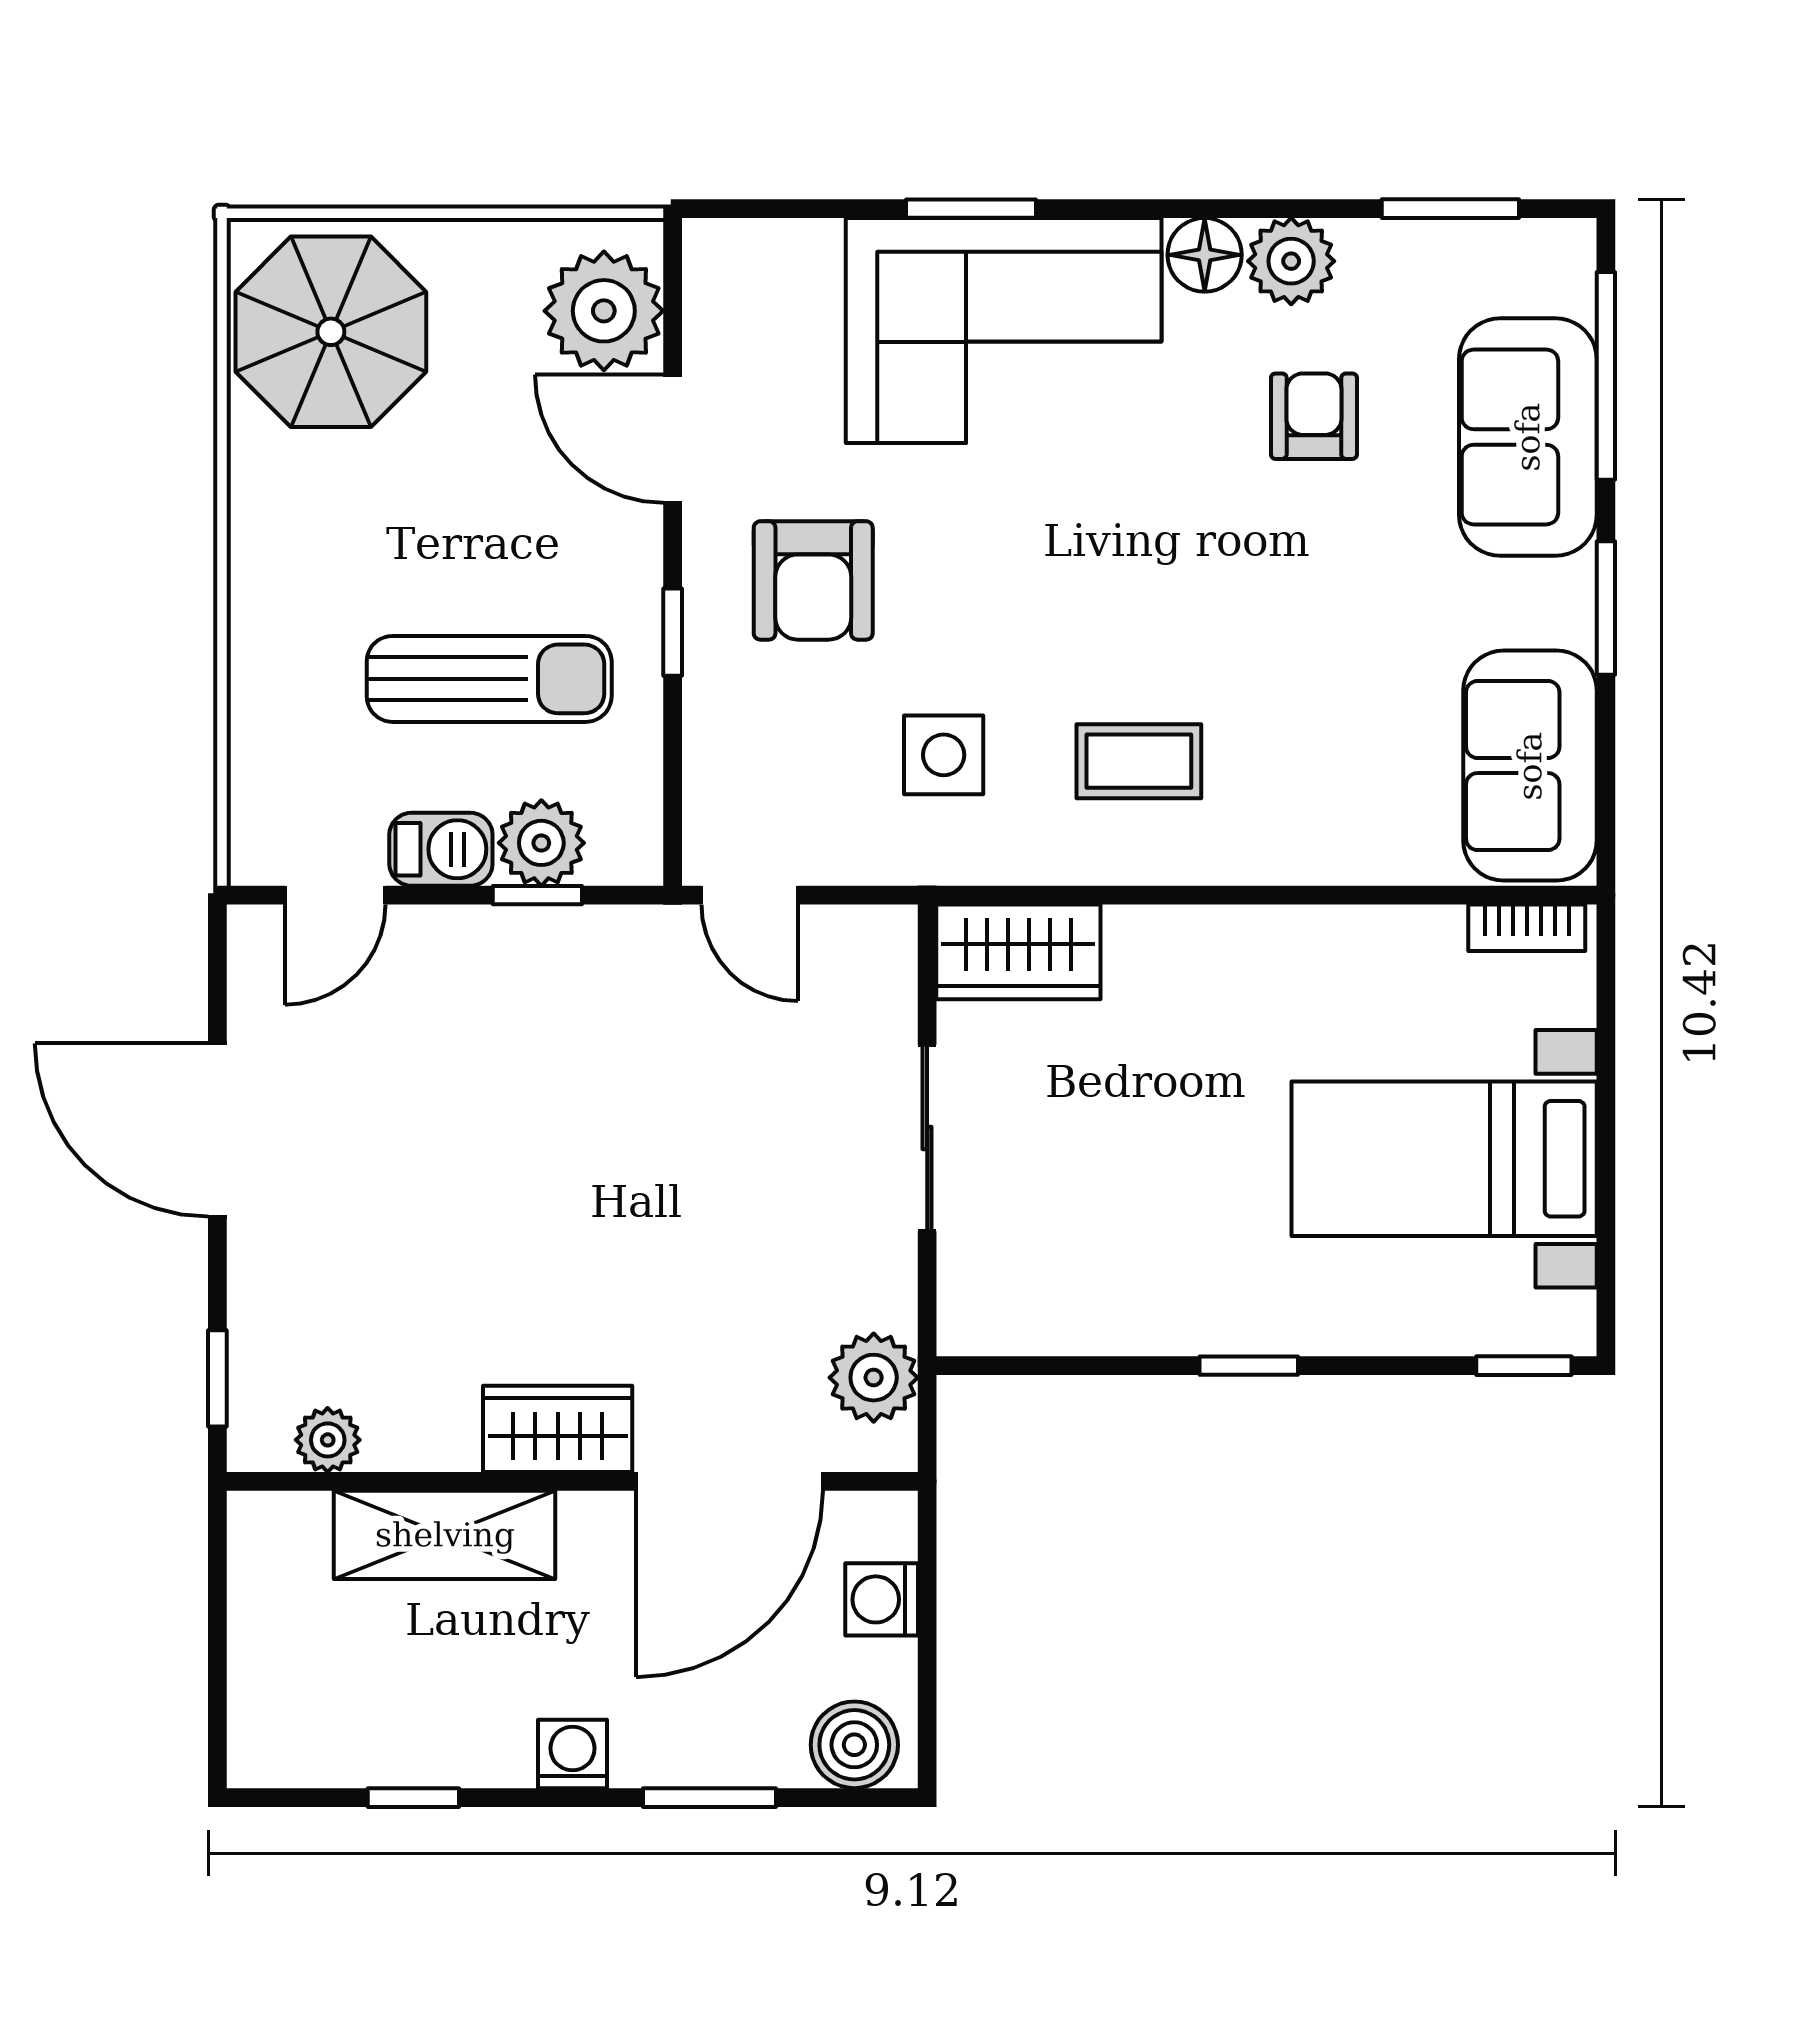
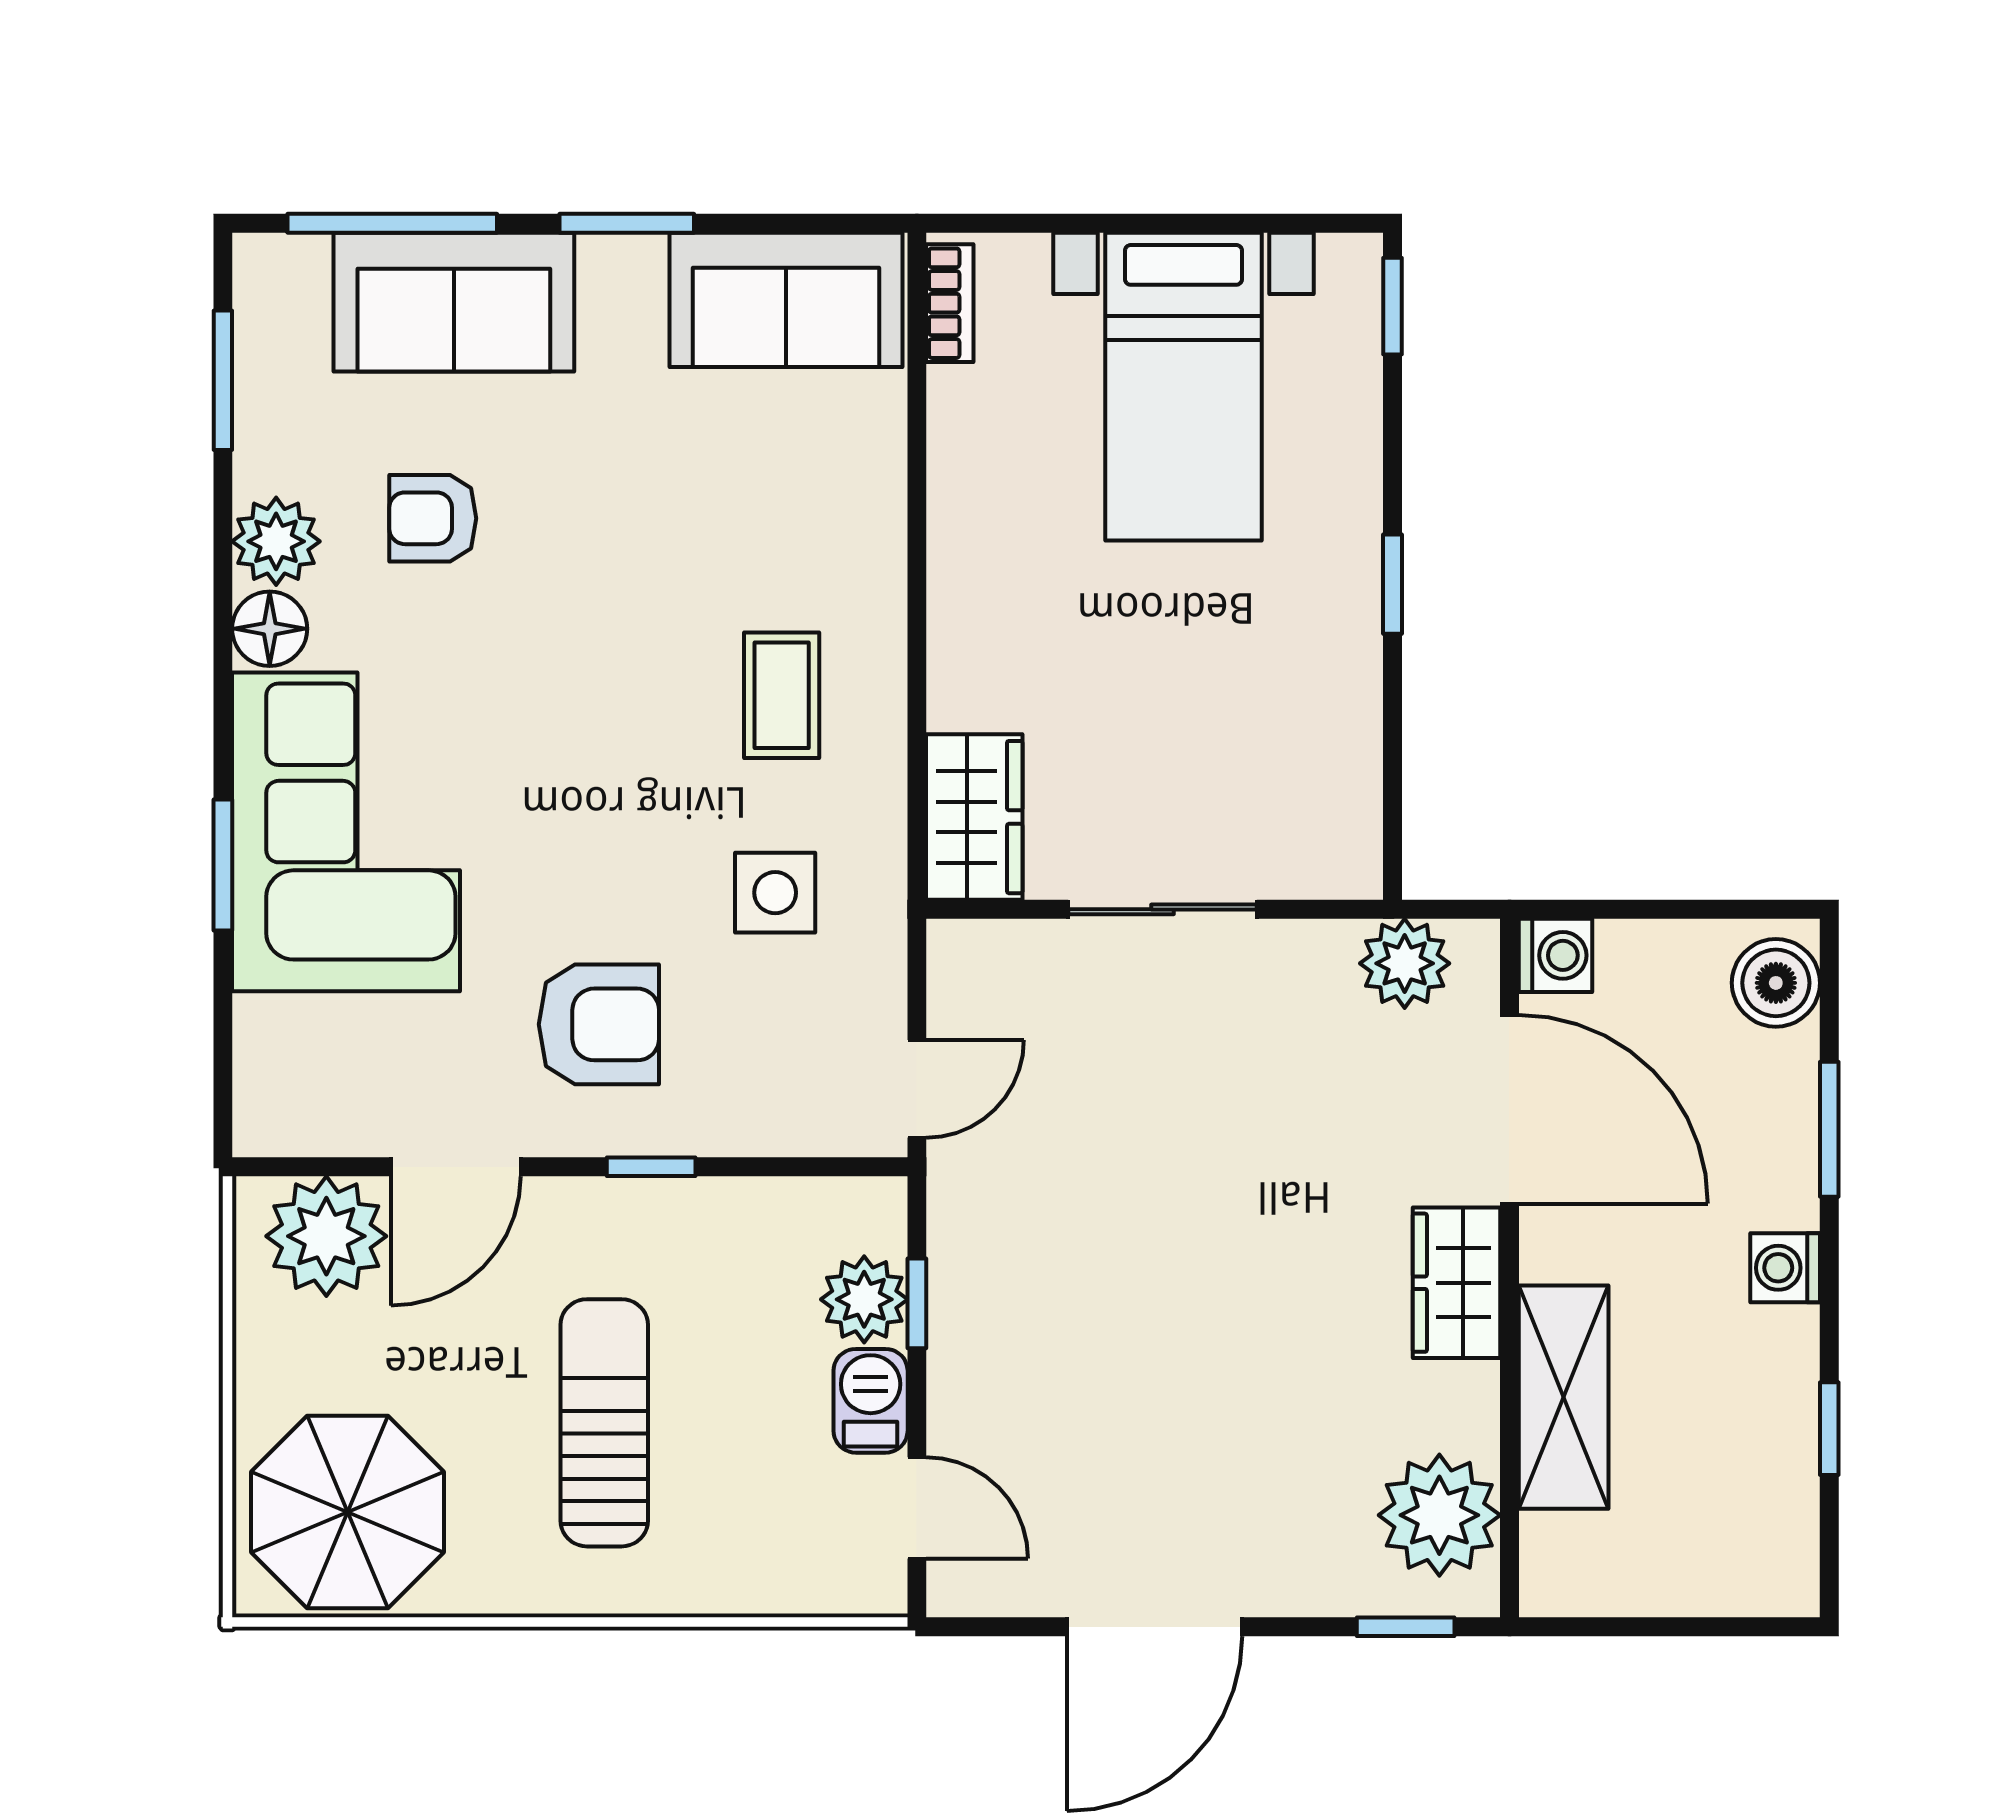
sun lounger: (489, 679) -> (604, 1423), moved
plant: (328, 1440) -> (1439, 1515), width x1.88, depth x1.88
washing machine: (882, 1599) -> (1556, 955), moved, turned -90

